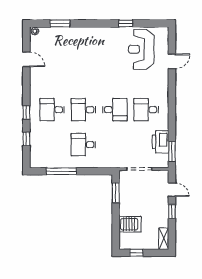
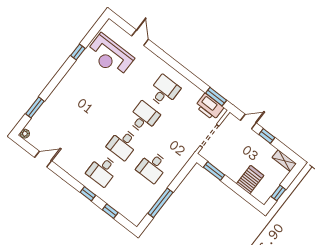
desk: (146, 110) -> (164, 91), turned 180
printer: (161, 142) -> (209, 107), moved

